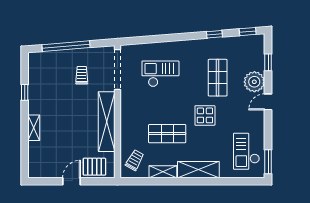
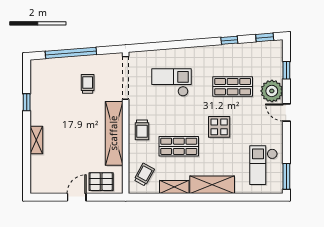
shop shelf: (218, 78) -> (233, 87), turned 90
door: (268, 102) -> (286, 112), hinge flipped
trolley: (133, 118) -> (142, 130), added

